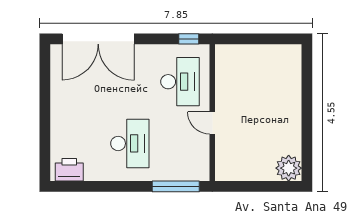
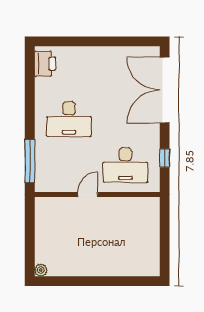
window: (189, 39) -> (165, 158), moved
plant: (289, 168) -> (41, 270), width x0.53, depth x0.53

